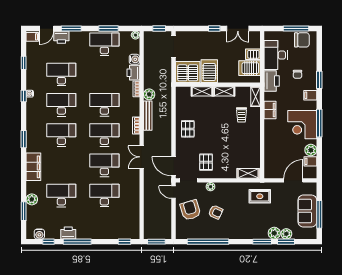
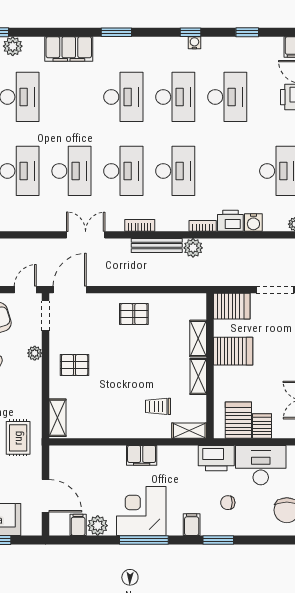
server rack: (188, 72) -> (232, 306), width x0.62
filing cabinet: (270, 110) -> (142, 455), moved
pallet: (206, 162) -> (75, 365), moved

